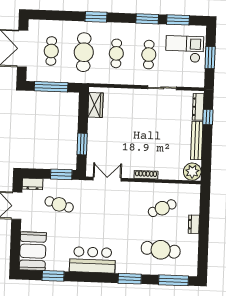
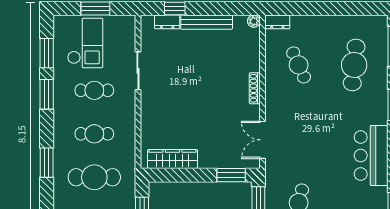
checkout: (185, 49) -> (85, 43), turned 180
wardrobe: (96, 105) -> (173, 159), width x1.50
dresser: (198, 107) -> (167, 22), width x0.70
window: (82, 144) -> (231, 175), moved
plant: (192, 172) -> (254, 21), width x0.53, depth x0.53
dresser: (194, 224) -> (277, 22), moved

